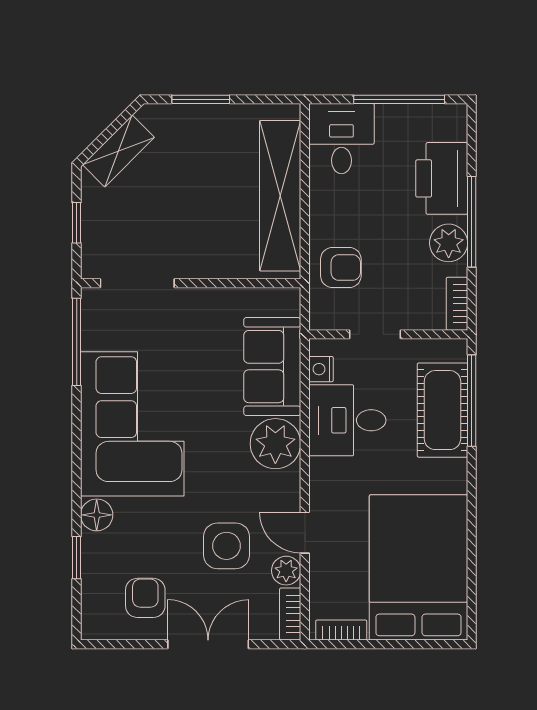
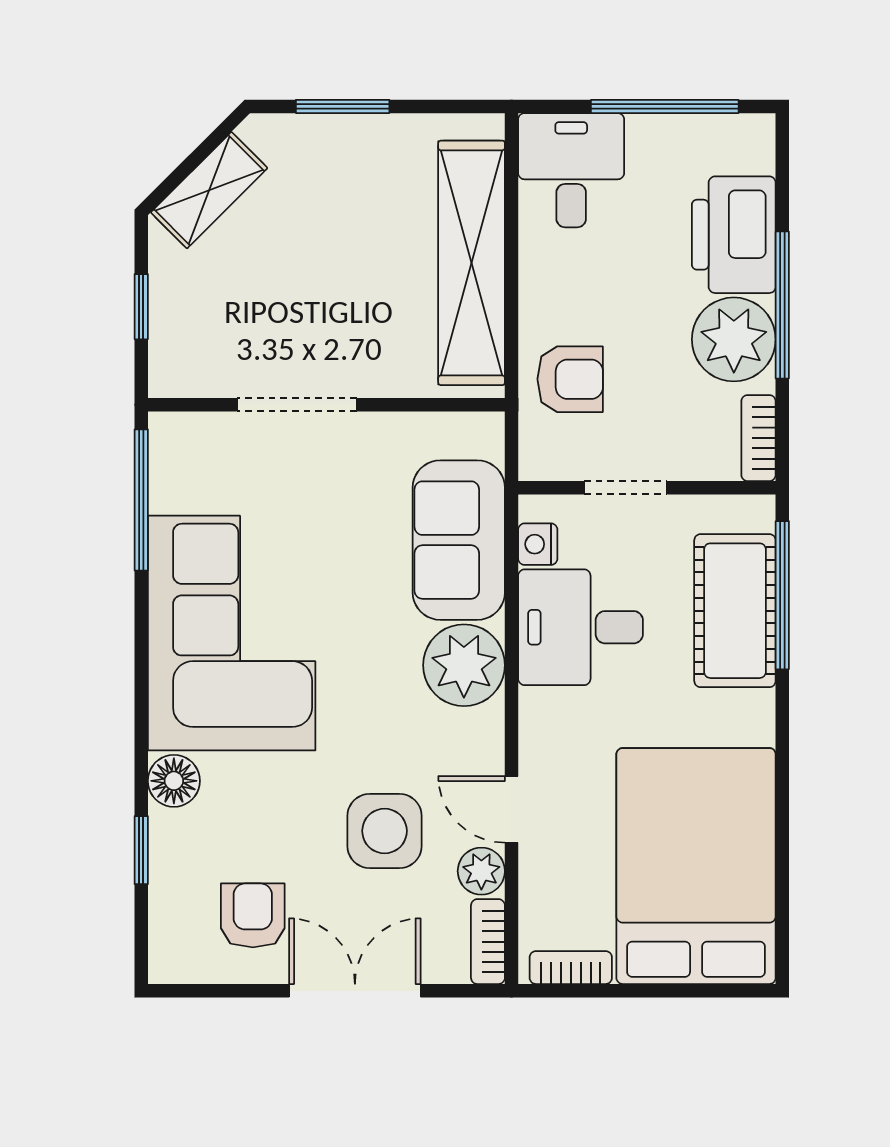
plant: (449, 243) -> (734, 339), width x1.36, depth x1.36
doorway: (137, 283) -> (297, 405), moved

